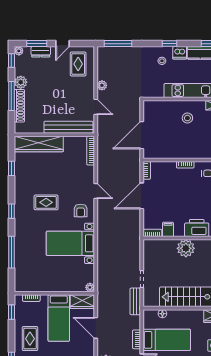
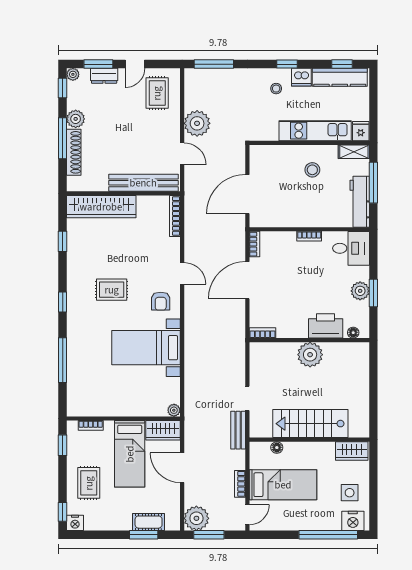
plant: (102, 85) -> (197, 123), width x1.88, depth x1.88
filing cabinet: (168, 229) -> (285, 328), removed

